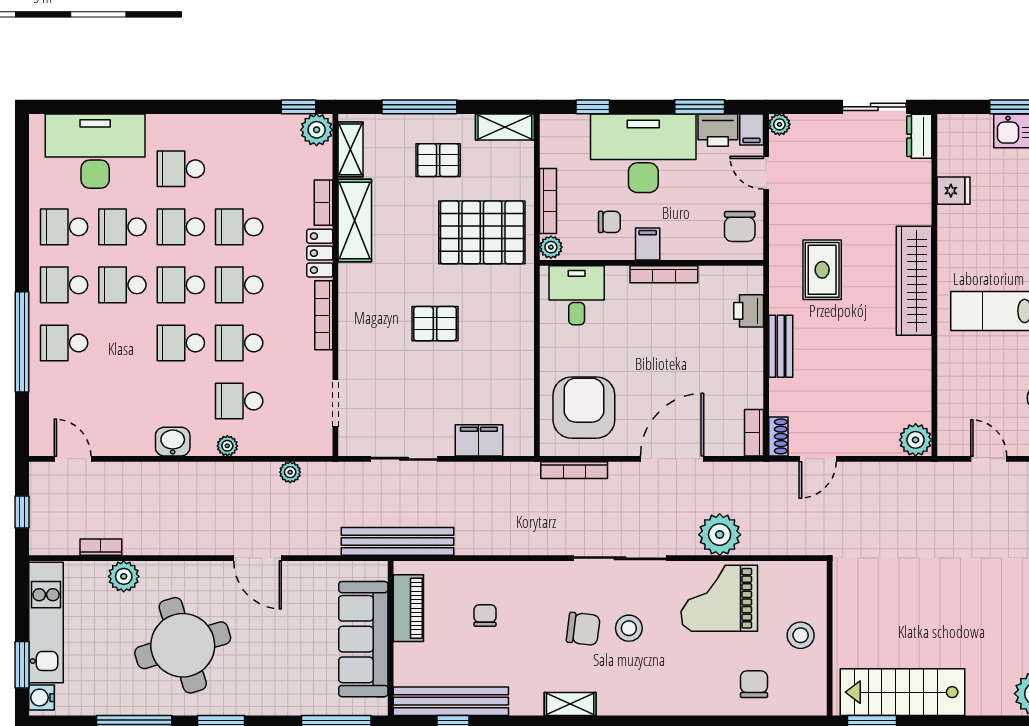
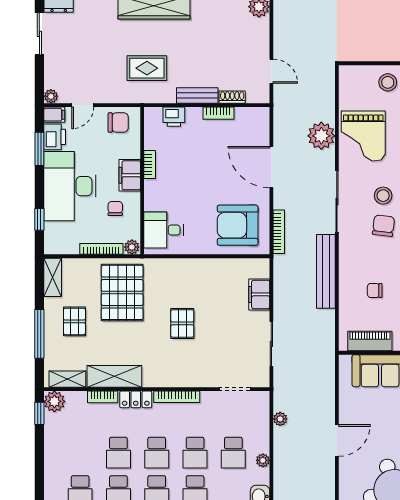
filing cabinet: (648, 244) -> (130, 175), width x2.00
bookcase: (664, 274) -> (150, 164), width x0.64
bookcase: (754, 433) -> (218, 113), moved
shoe rack: (778, 436) -> (232, 97), moved
bench: (397, 541) -> (326, 271), moved

